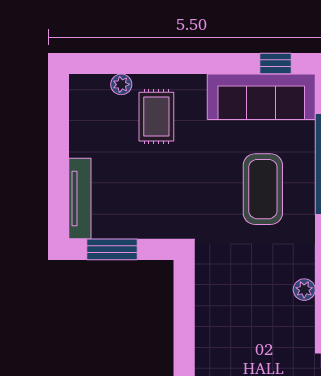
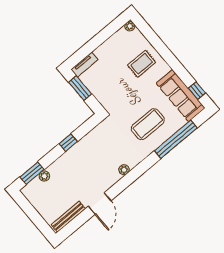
plant: (121, 84) -> (130, 26), moved
tv unit: (80, 198) -> (84, 65), width x0.71
window: (184, 343) -> (68, 143), added

